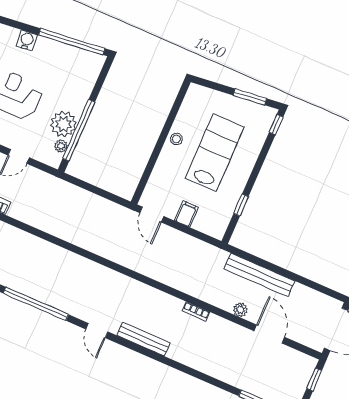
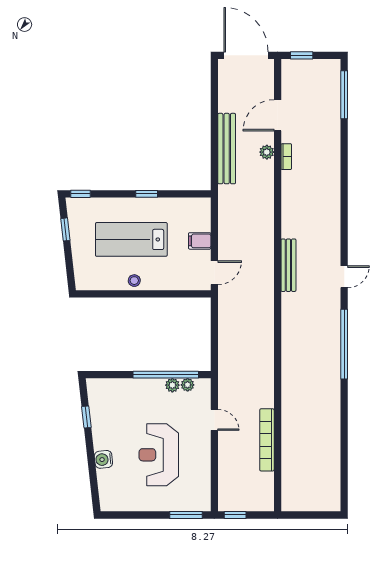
window: (72, 42) -> (86, 417), width x0.32
window: (250, 97) -> (65, 229), width x0.67
plant: (63, 124) -> (172, 385), width x0.53, depth x0.53
window: (241, 205) -> (147, 194), moved
bookcase: (196, 311) -> (286, 157), moved
bench: (143, 339) -> (288, 265), moved

